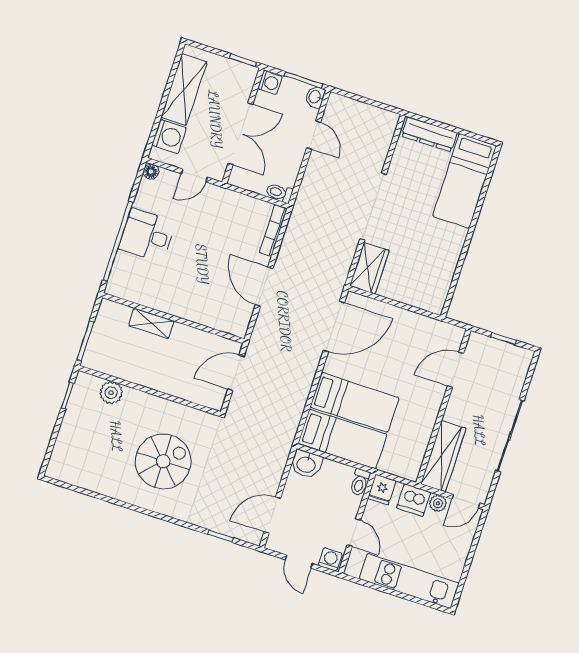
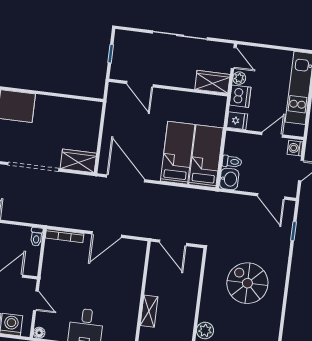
wardrobe: (443, 456) -> (212, 82), width x0.67
toilet: (360, 482) -> (232, 162), moved

